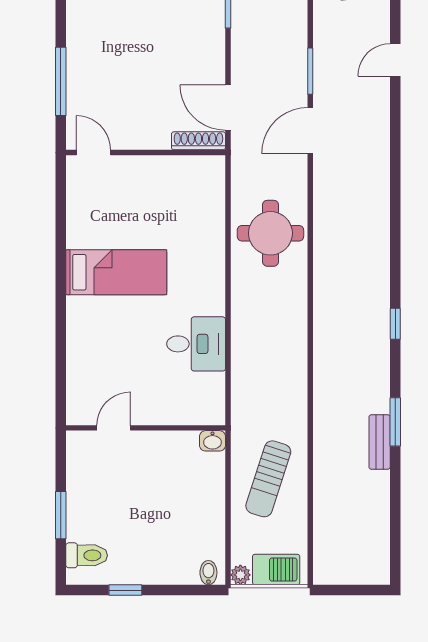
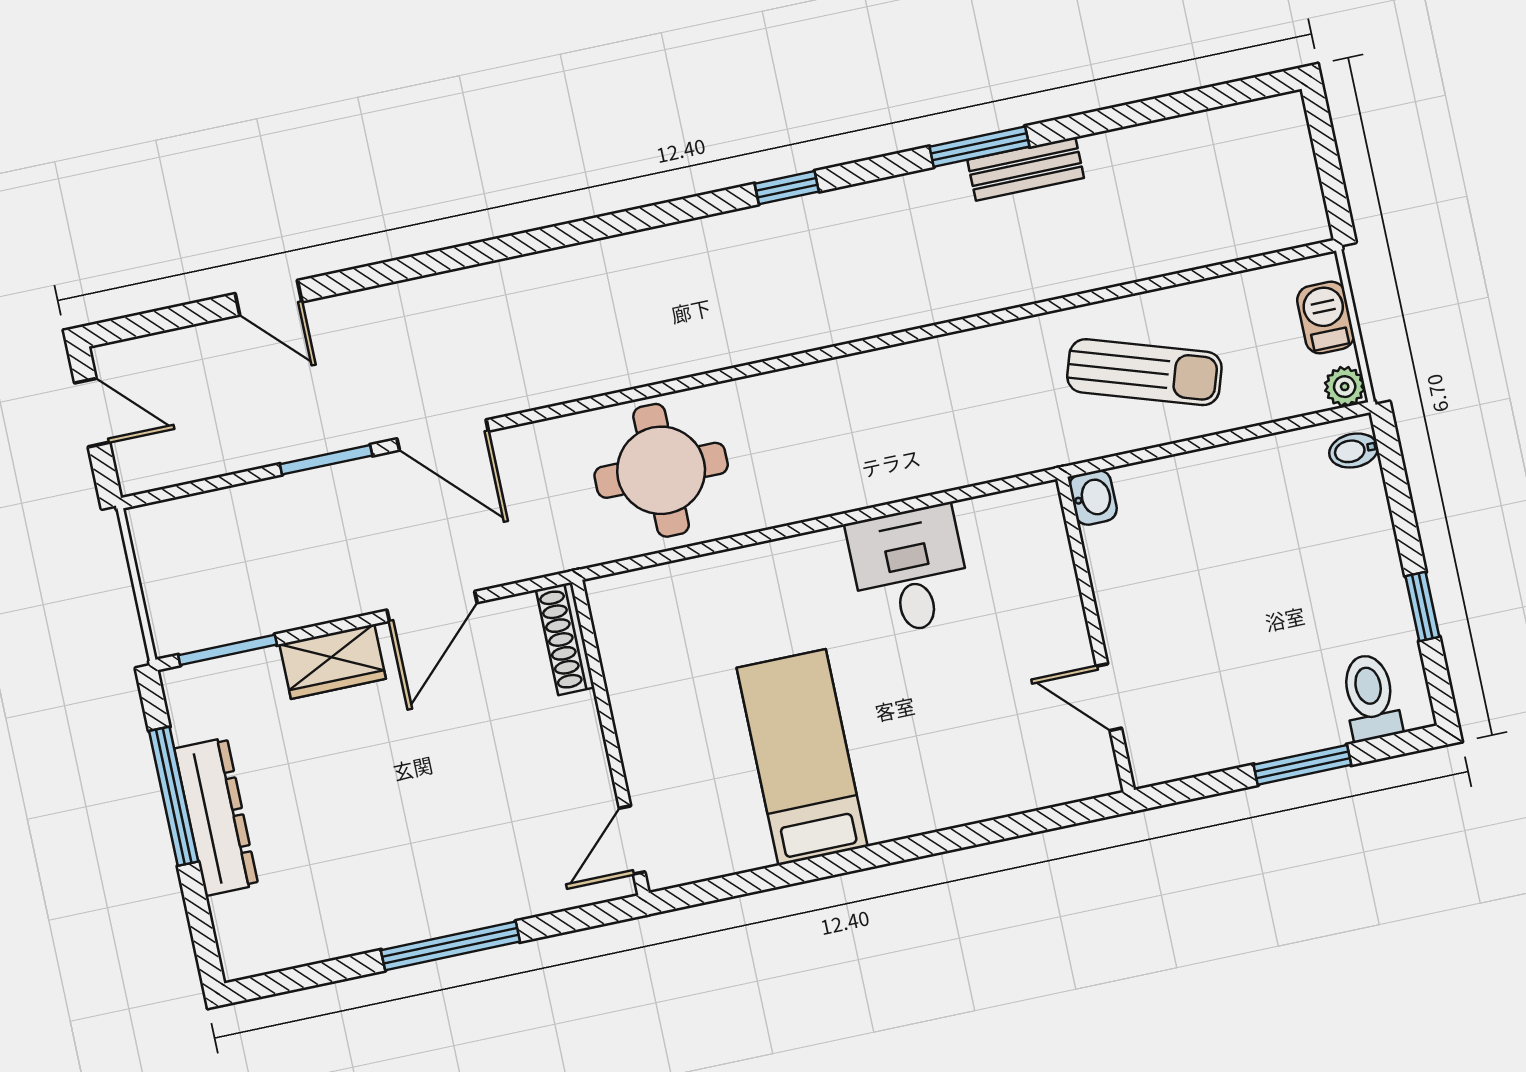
wardrobe: (211, 53) -> (333, 661), added
shoe rack: (198, 141) -> (565, 639), moved
door: (93, 153) -> (632, 840), moved
wall: (146, 153) -> (610, 738), moved
barbecue: (276, 569) -> (1326, 318), width x0.73, depth x0.79

